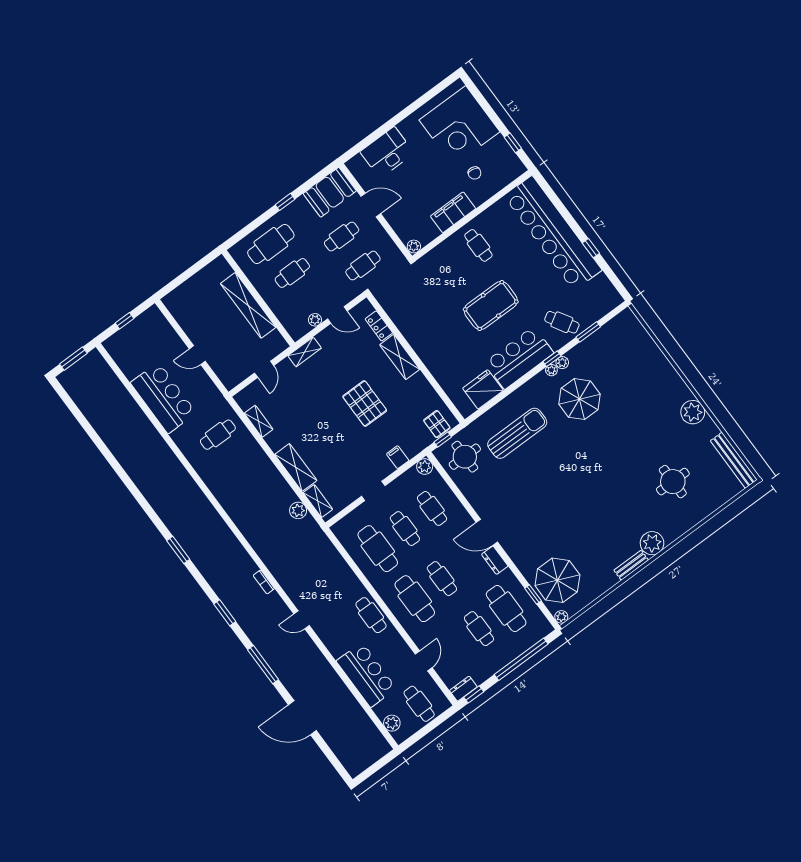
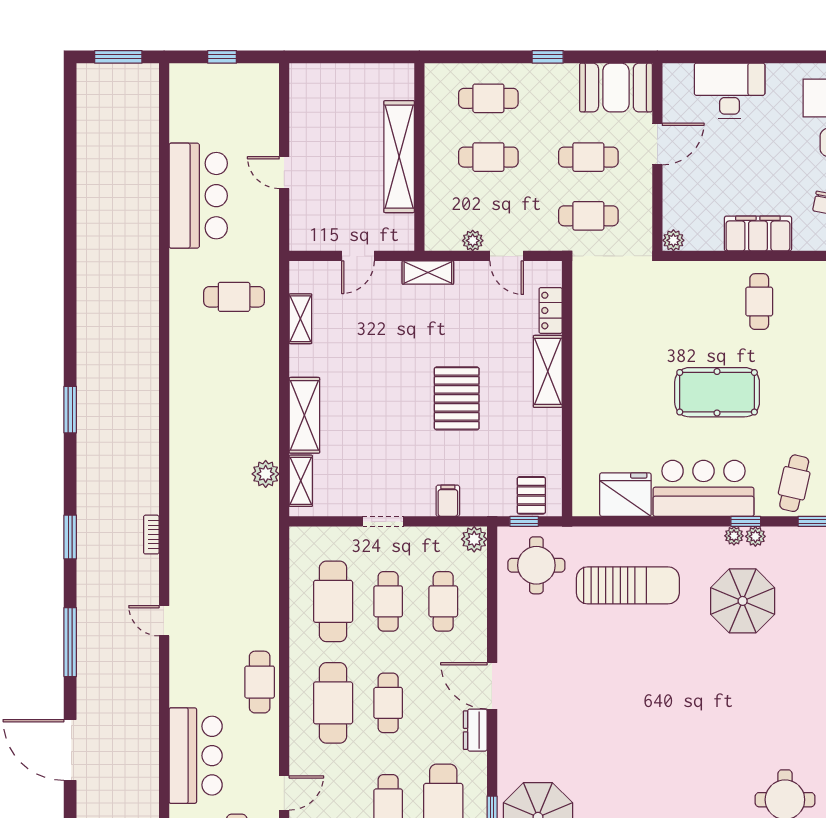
door: (371, 205) -> (657, 144), hinge flipped
cafe table: (271, 244) -> (488, 98), width x0.73, depth x0.74
cafe table: (562, 322) -> (794, 483), turned 44

